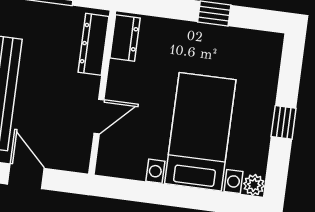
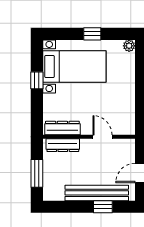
dresser: (125, 38) -> (62, 128), width x1.44
bed with nightstands: (200, 132) -> (74, 66), moved, turned 180

